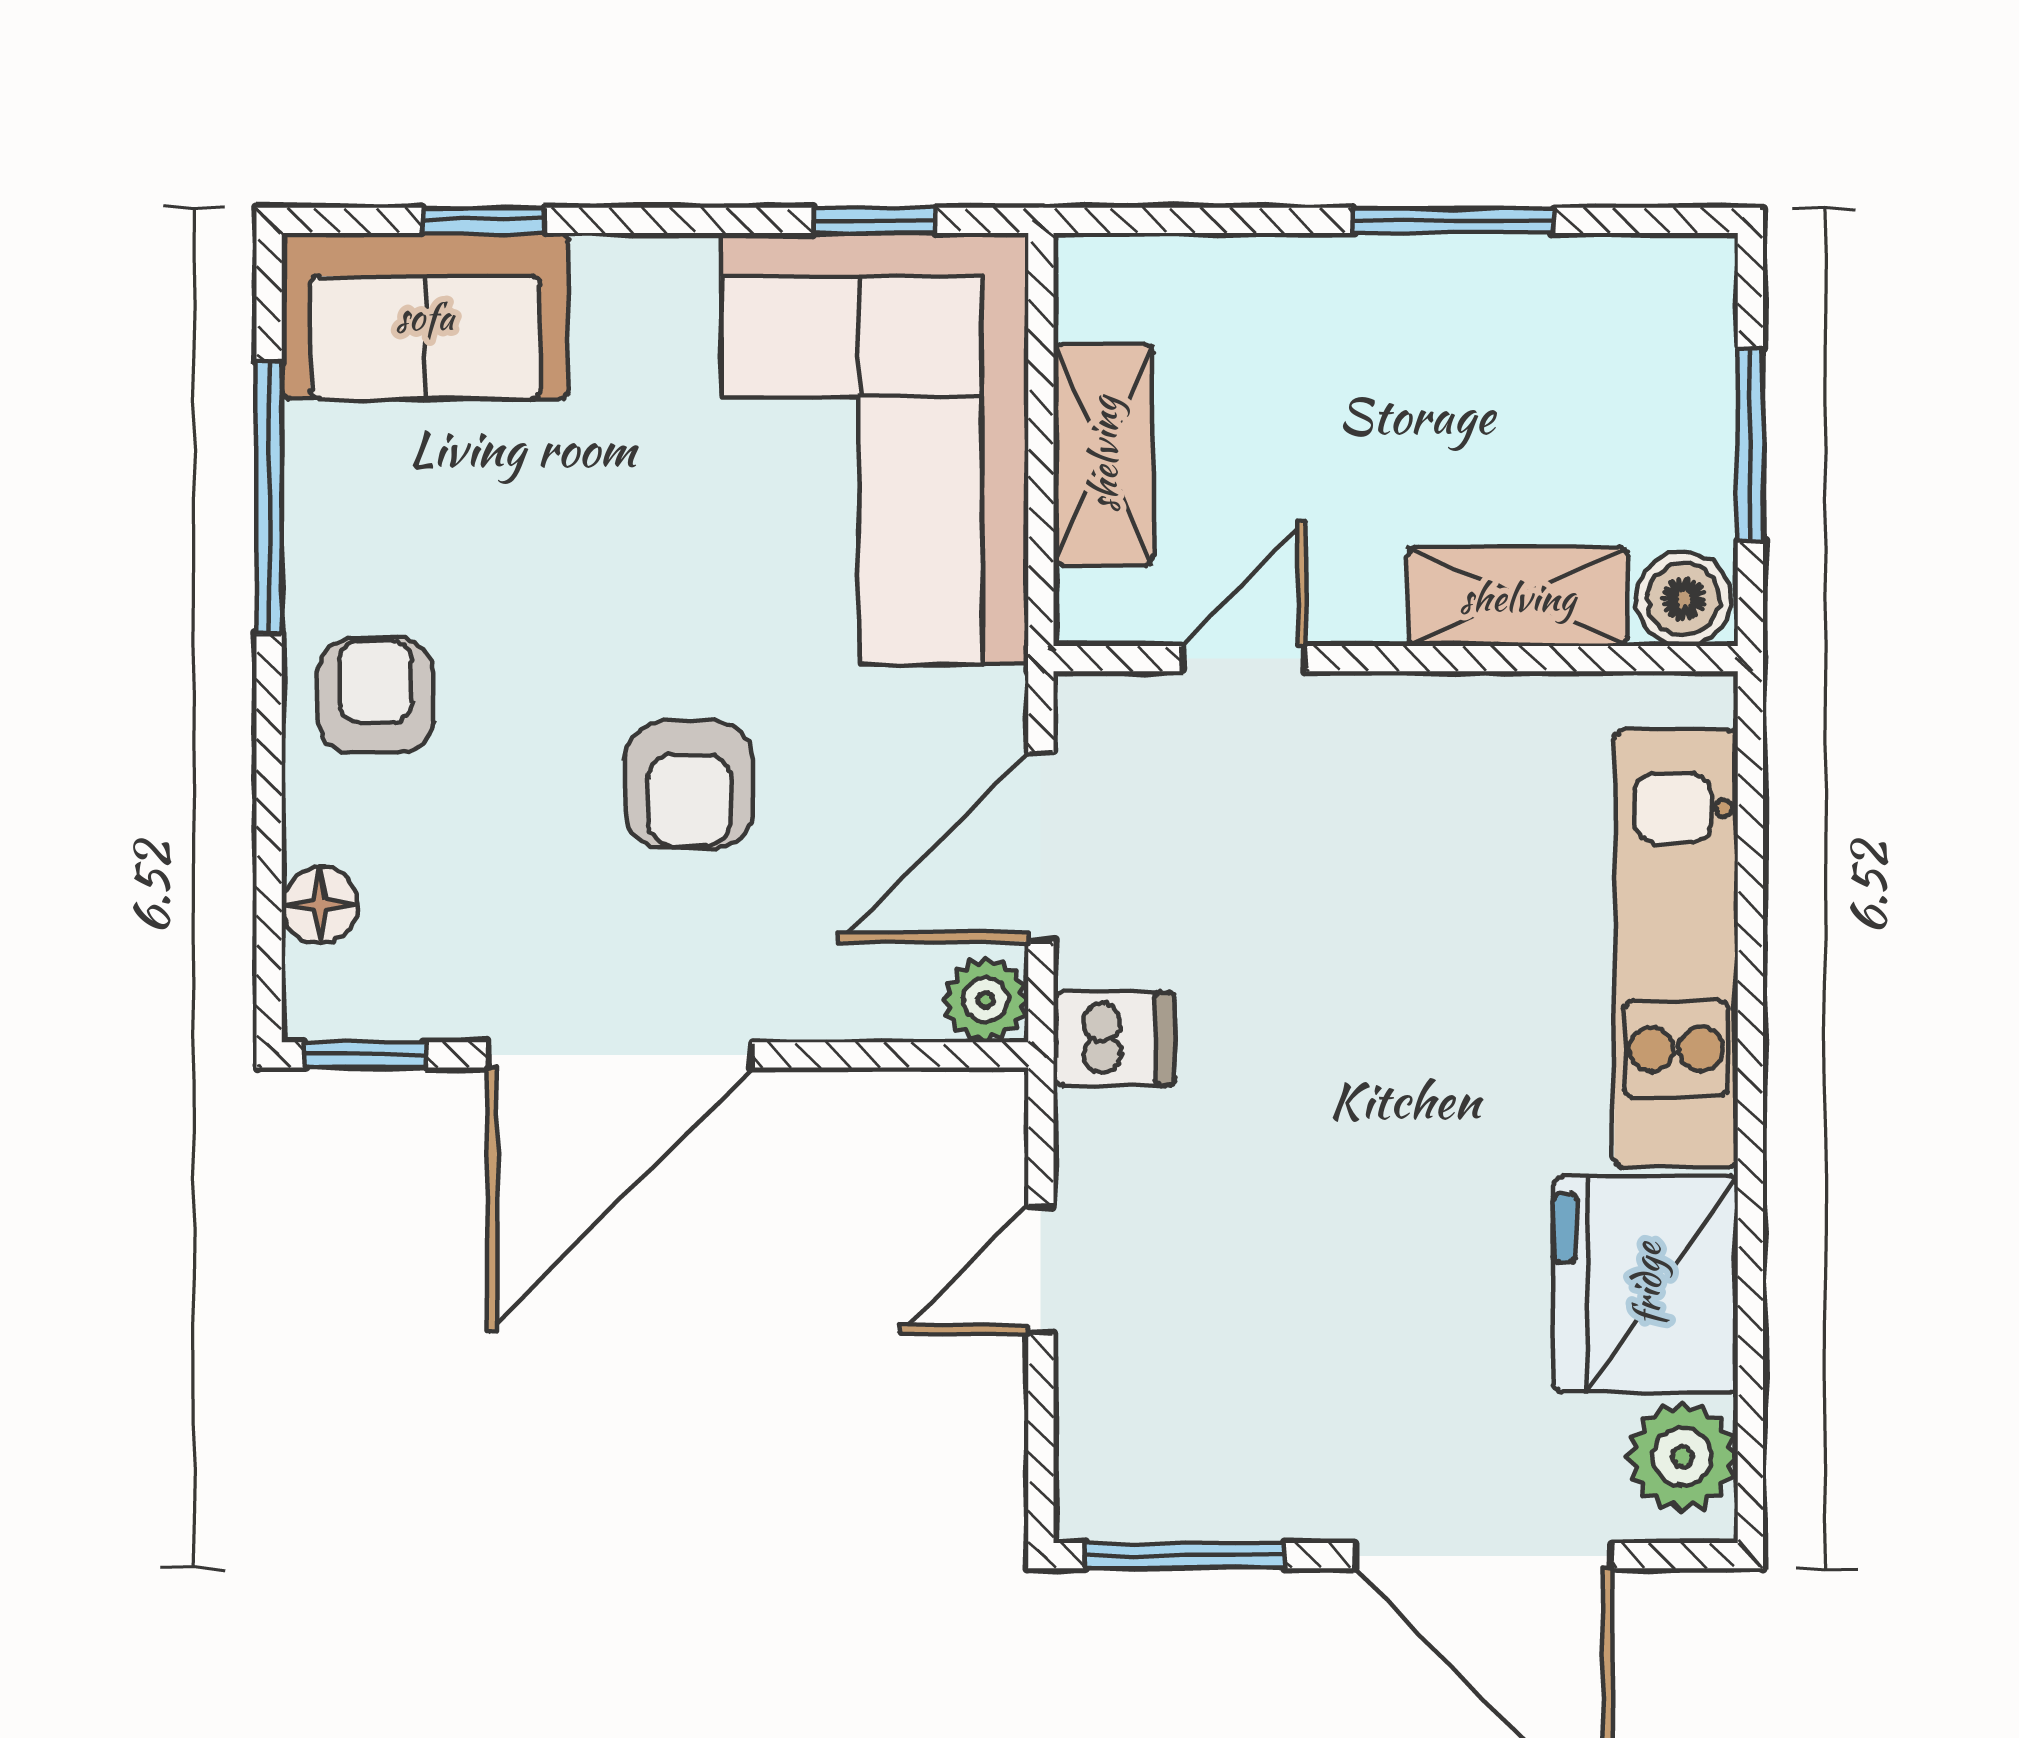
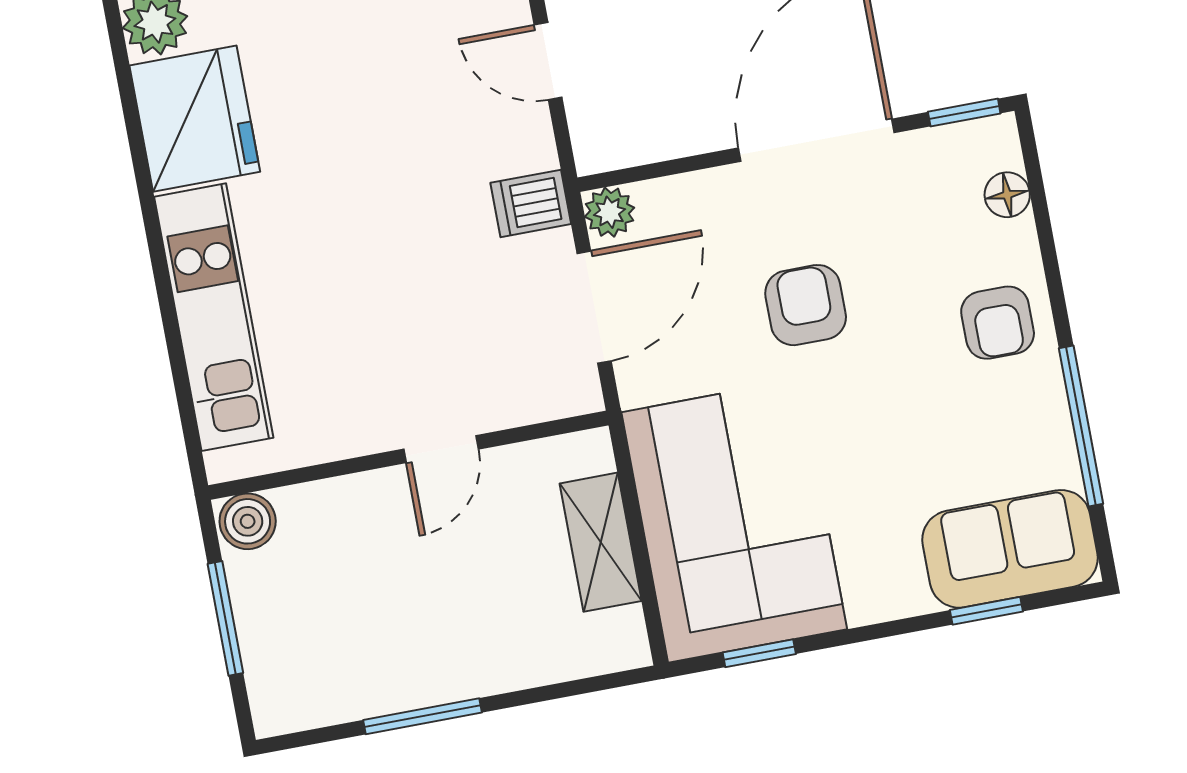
shelving: (1518, 597) -> (344, 505), removed
door: (1244, 659) -> (441, 449), moved
door: (1041, 1270) -> (548, 61), swing flipped

